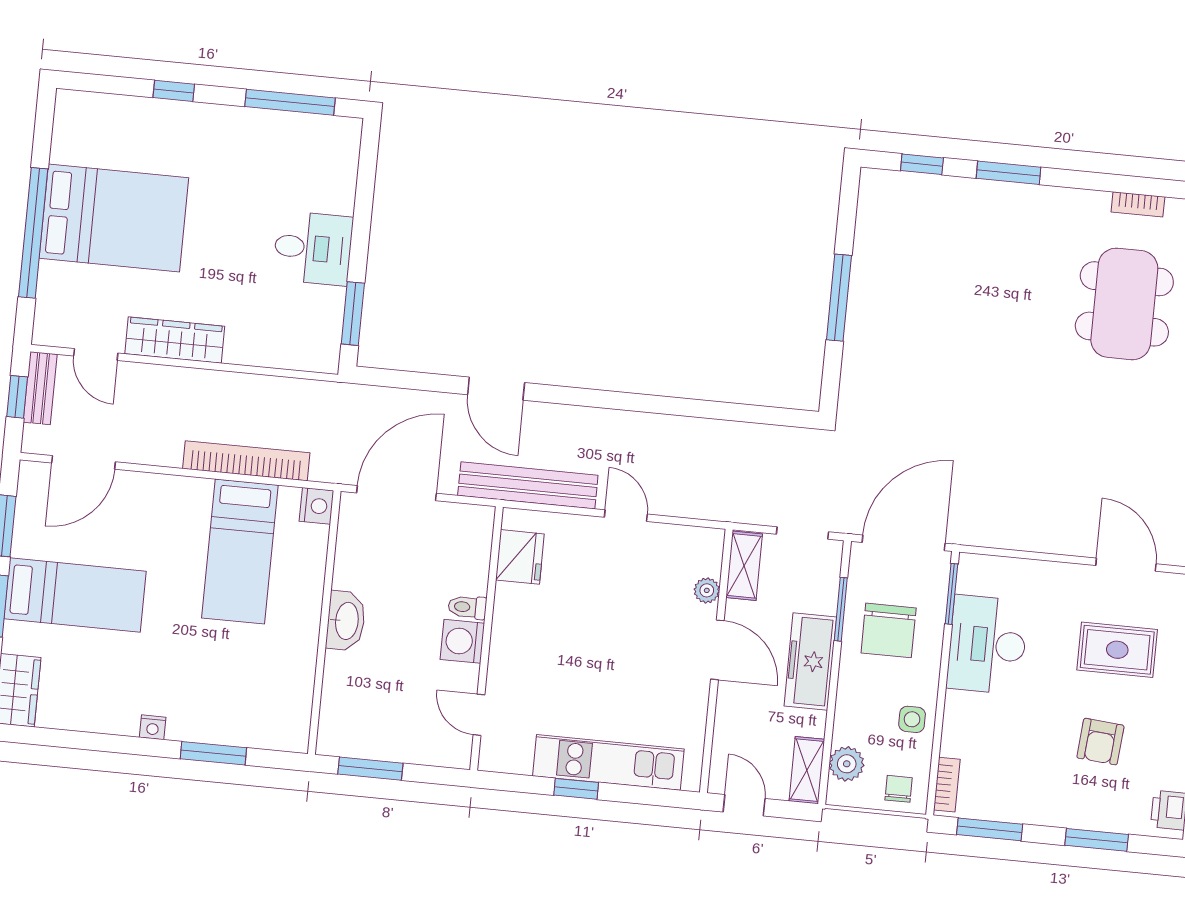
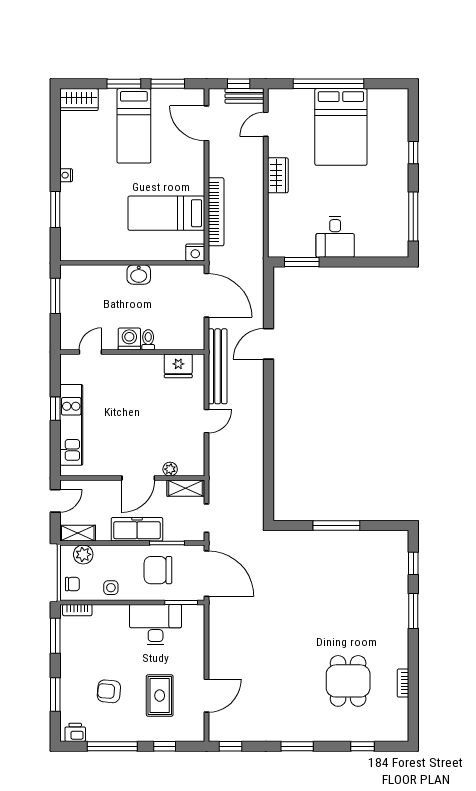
dining table: (1124, 304) -> (348, 681), width x0.73
wardrobe: (175, 340) -> (278, 175), width x0.67
washbasin: (346, 621) -> (139, 275), width x0.72

